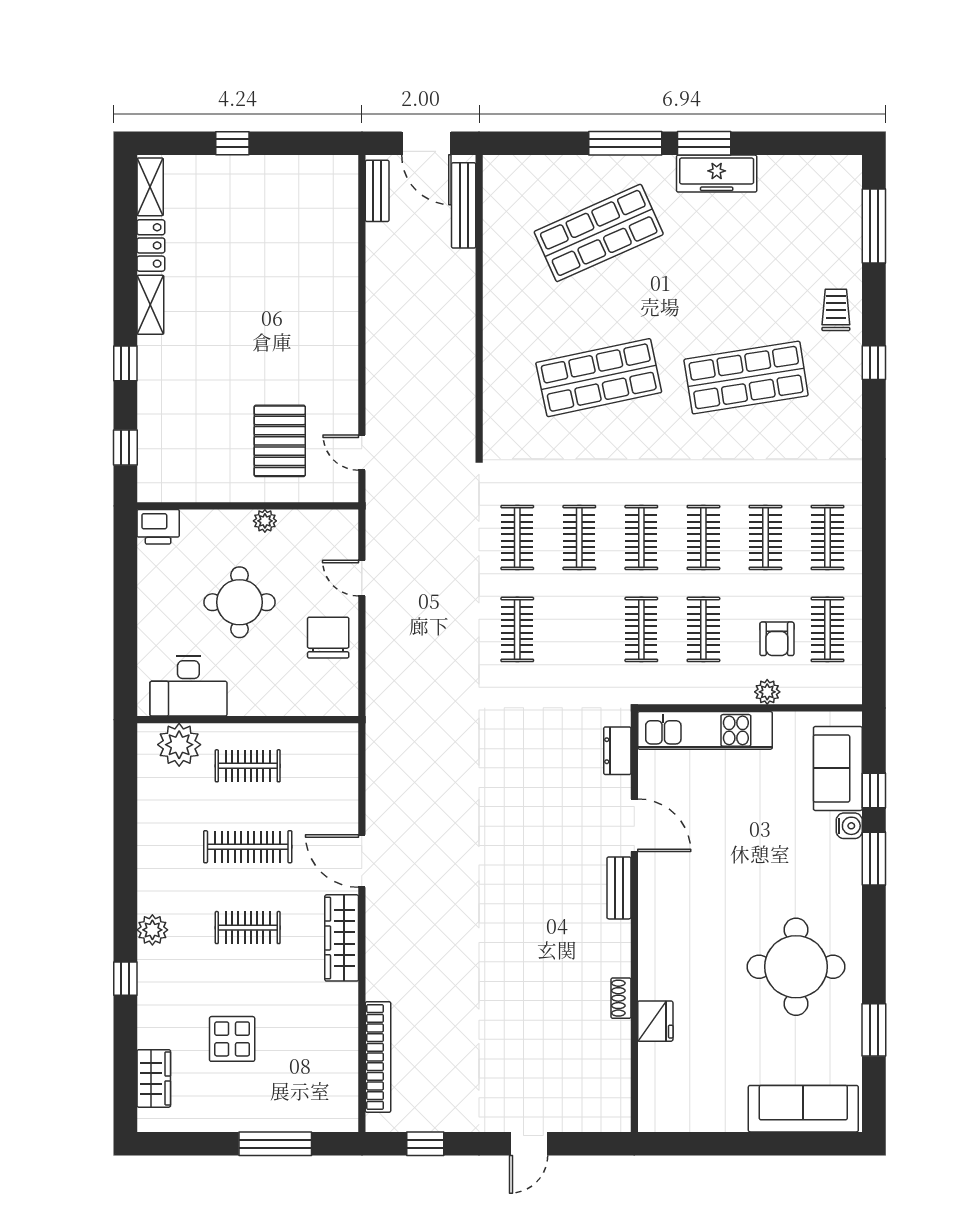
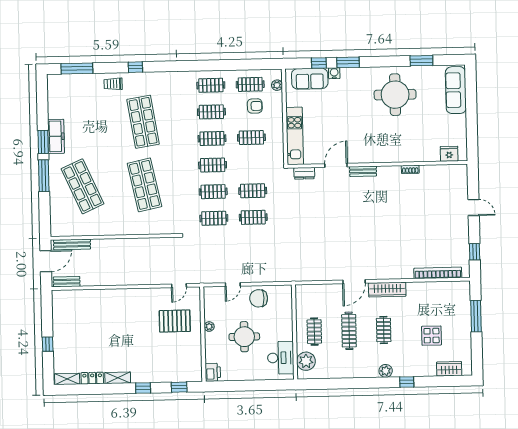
clothes rail: (641, 629) -> (253, 191), moved
plant: (767, 692) -> (277, 85), moved
fridge: (655, 1021) -> (449, 154), moved

